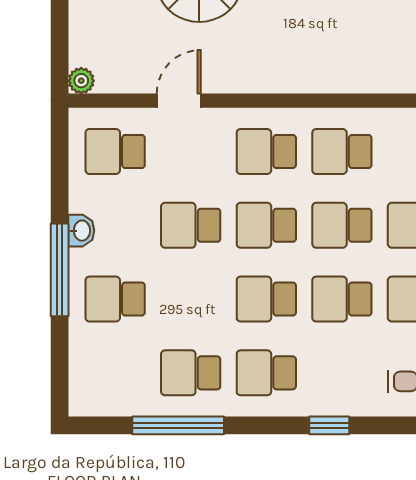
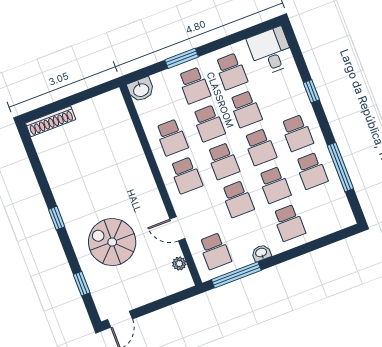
plant: (81, 81) -> (179, 264), moved
window: (60, 270) -> (236, 275), moved
school desk: (191, 299) -> (275, 185), added

